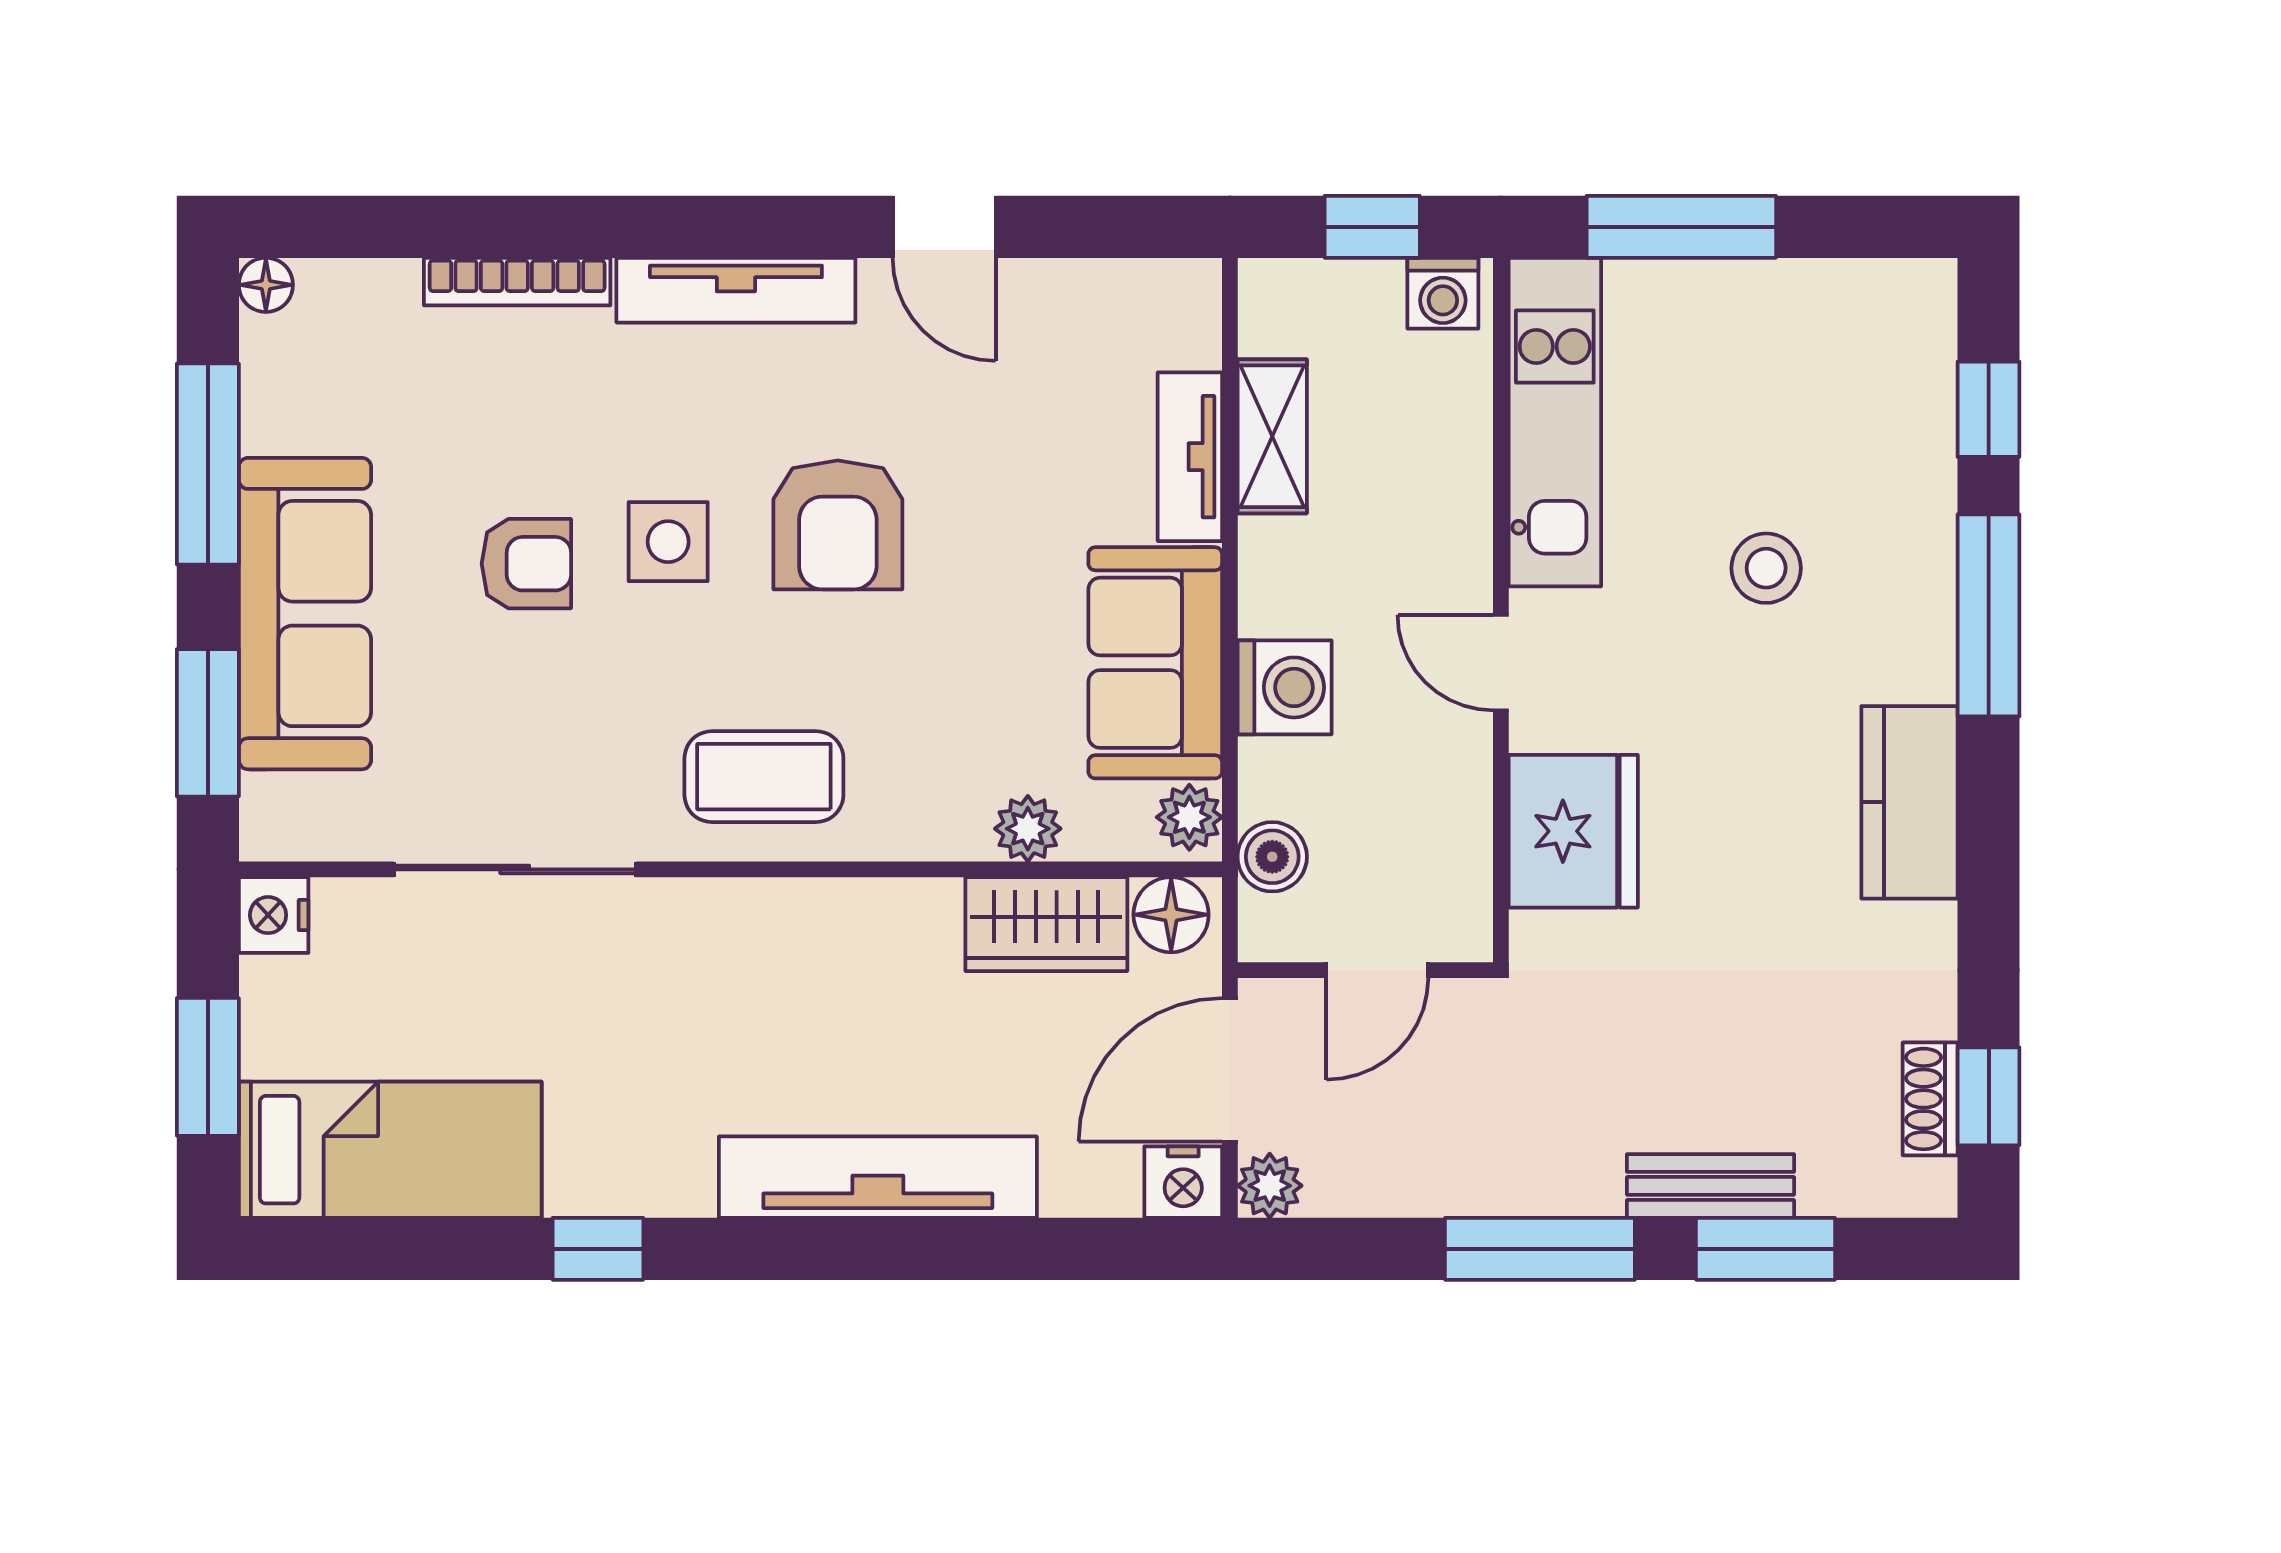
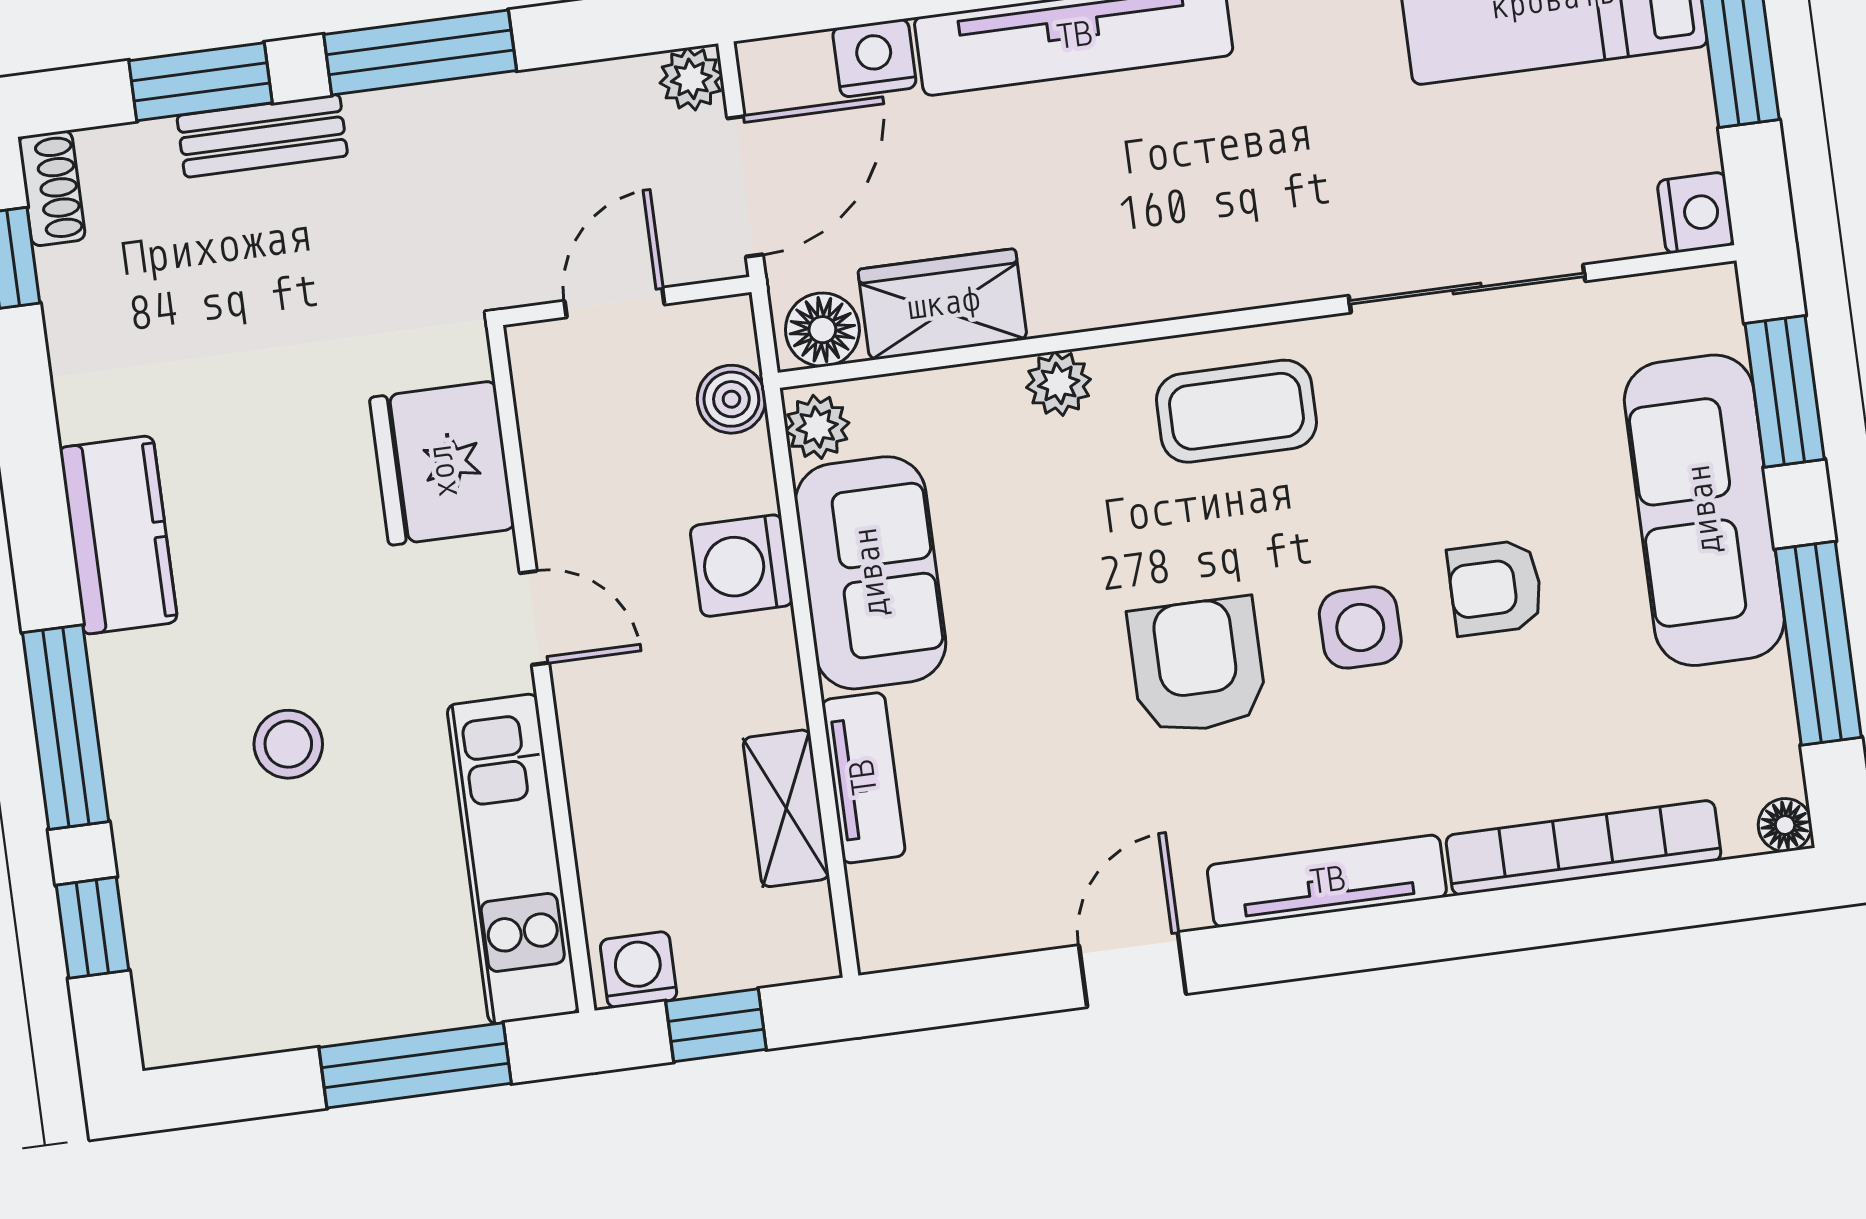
door: (944, 227) -> (1133, 970), hinge flipped
bookcase: (517, 282) -> (1583, 848), width x1.48, depth x1.31
plant: (1028, 829) -> (1059, 383), moved
shoe rack: (1930, 1099) -> (52, 188), moved
nightstand: (1183, 1182) -> (874, 58), moved

